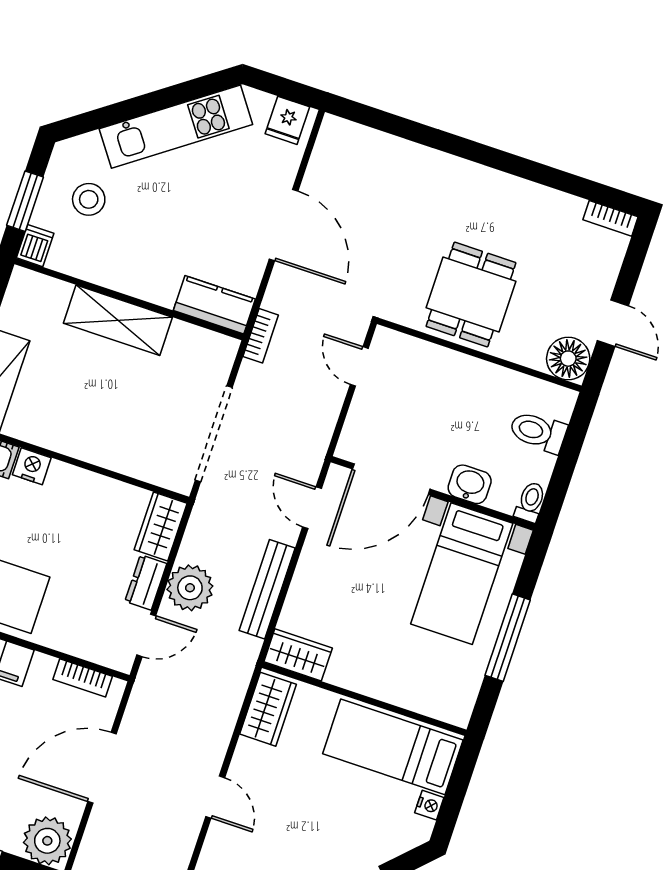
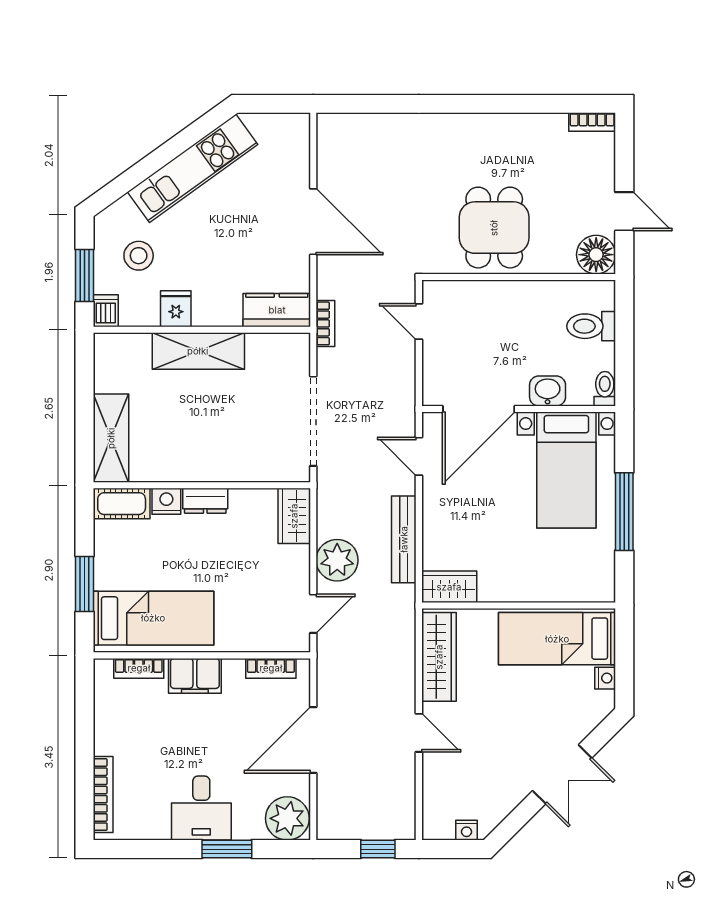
fridge: (287, 120) -> (176, 309), moved, turned 180
dresser: (146, 583) -> (205, 501), moved, turned -90
wardrobe: (268, 709) -> (439, 657), width x1.50

